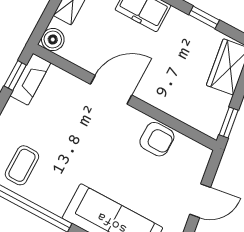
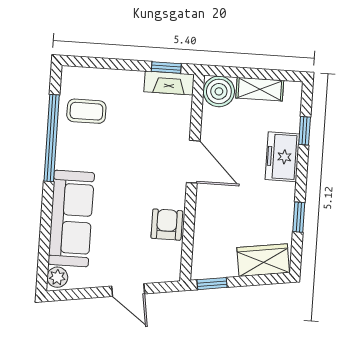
boiler: (53, 40) -> (219, 91), width x1.36, depth x1.36
armchair: (157, 139) -> (167, 225), turned 180

